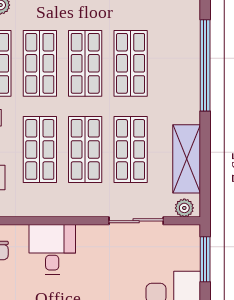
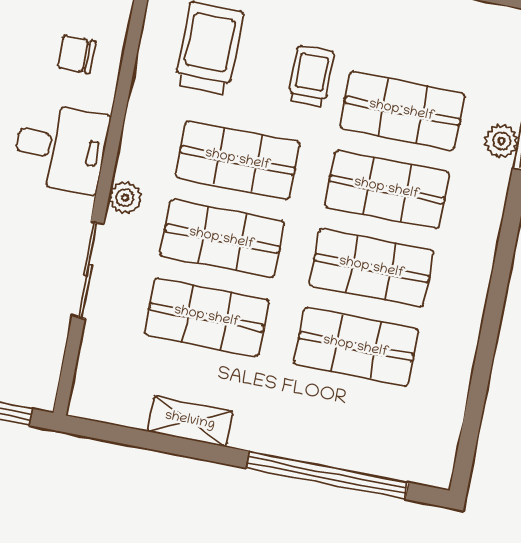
shelving: (187, 159) -> (190, 421), width x0.67, depth x0.75
plant: (184, 208) -> (125, 198), moved
sliding door: (136, 221) -> (88, 270), moved

